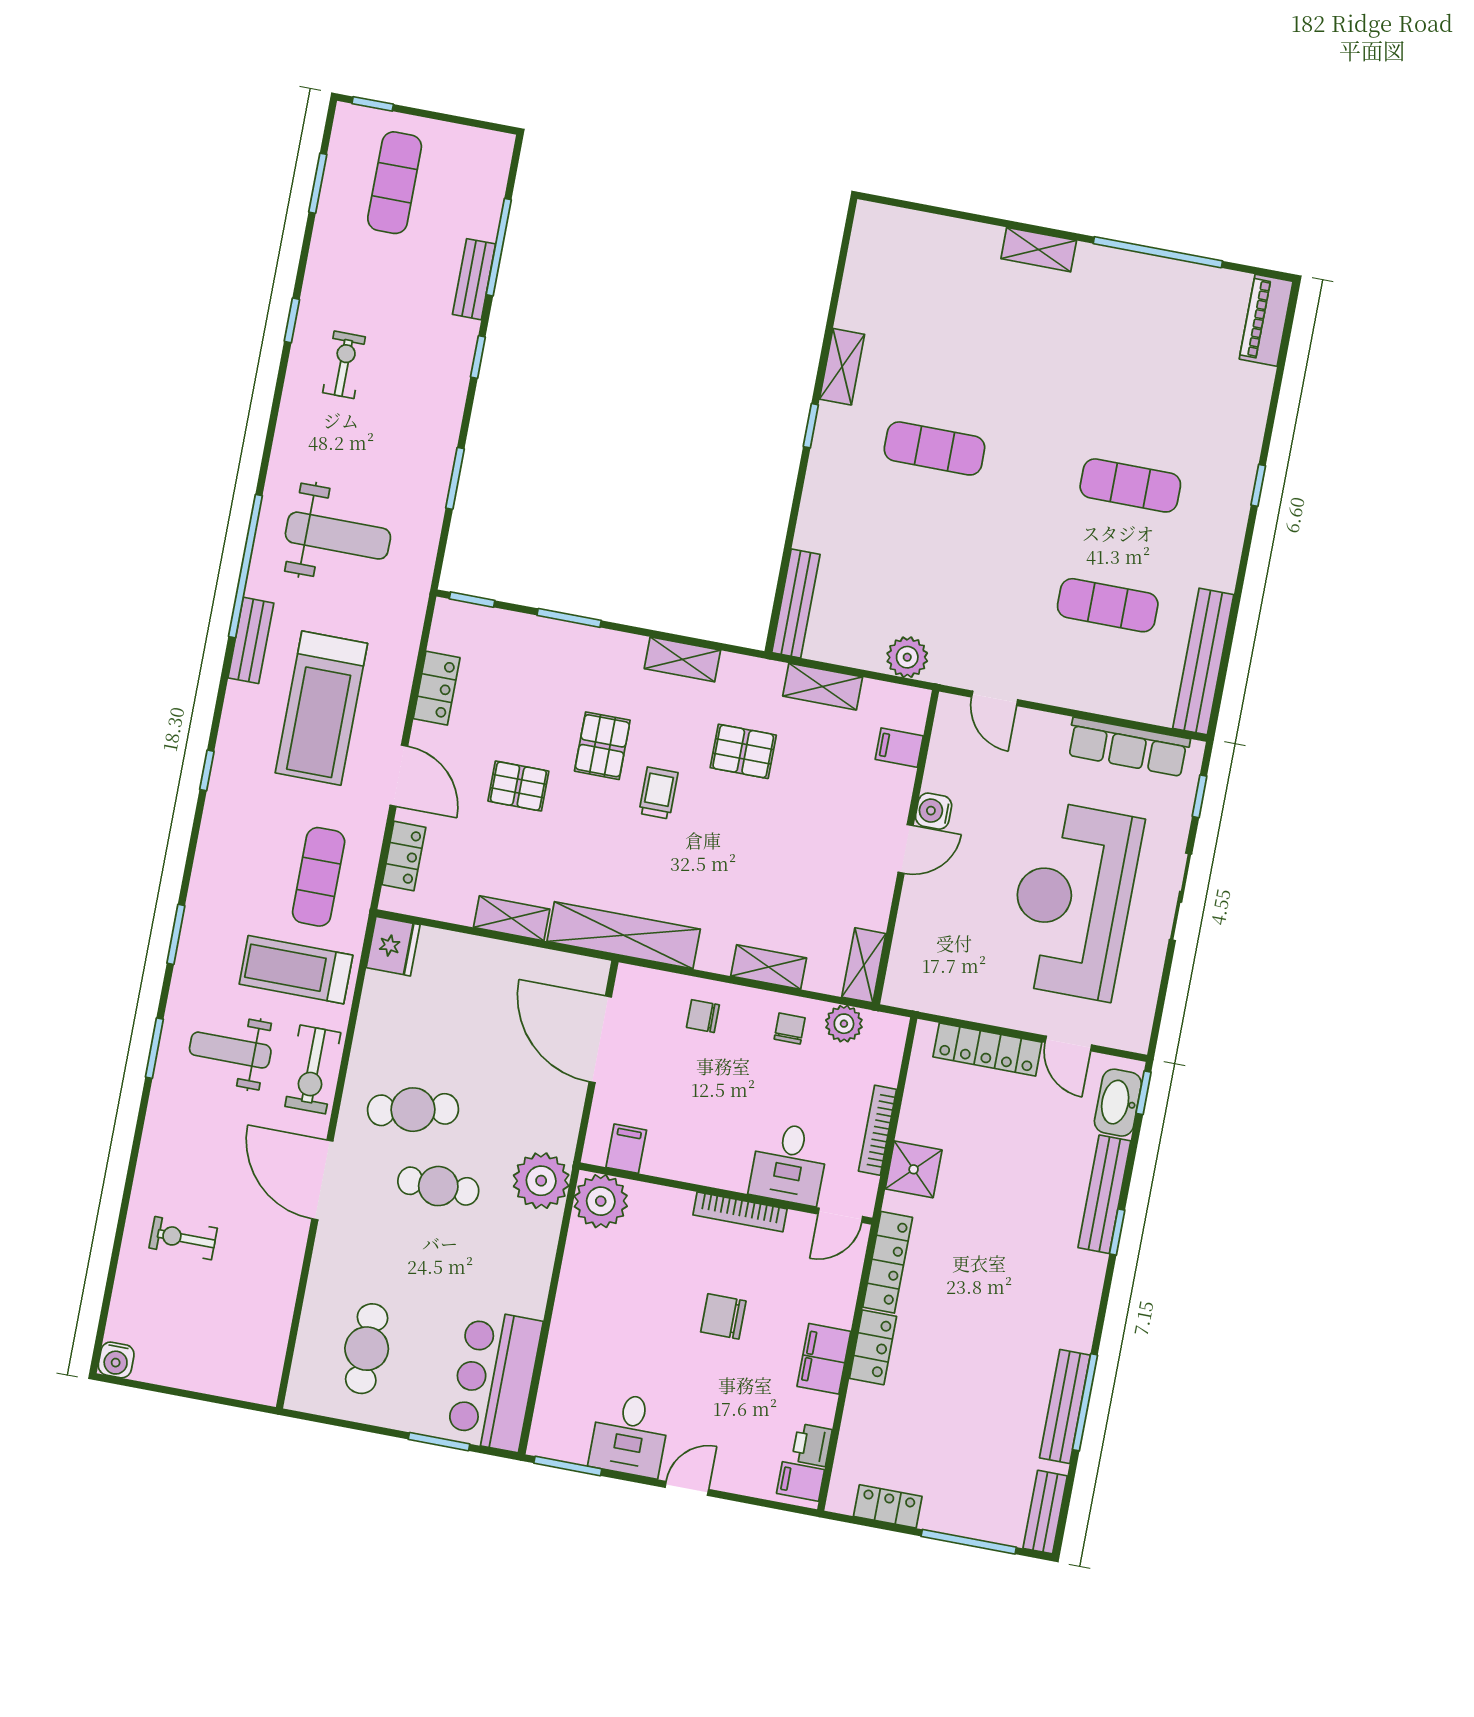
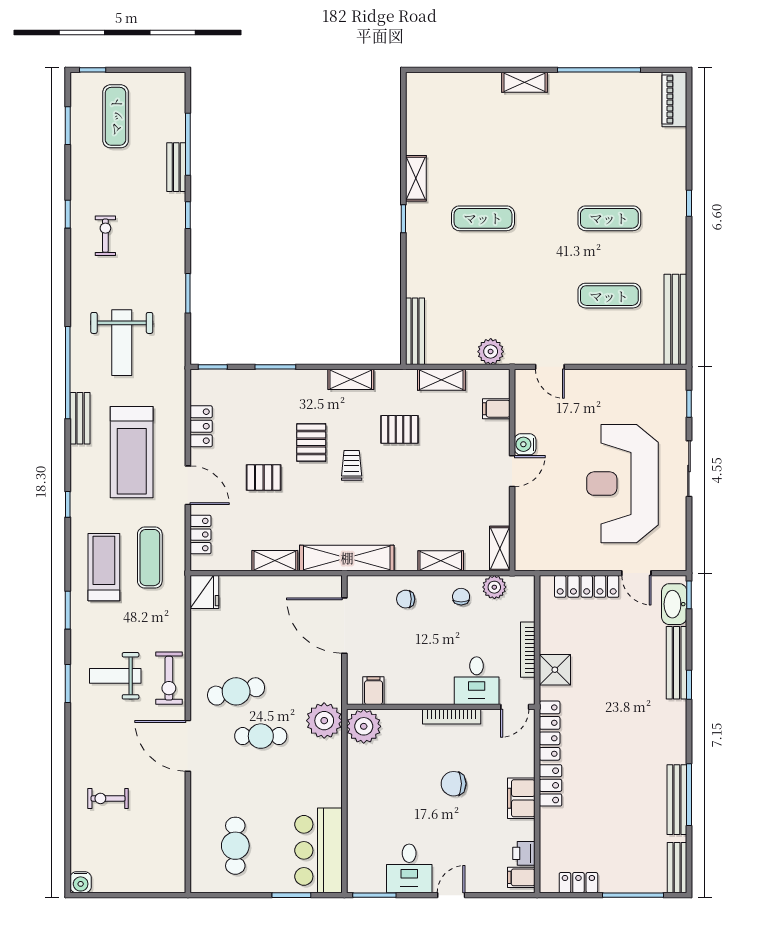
weight bench: (338, 536) -> (122, 343), turned 90
row of seats: (1128, 747) -> (639, 381), removed
treadmill: (296, 970) -> (104, 567), moved, turned 90

